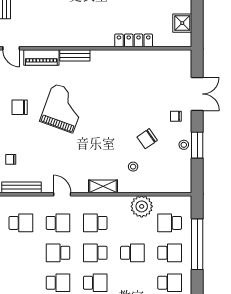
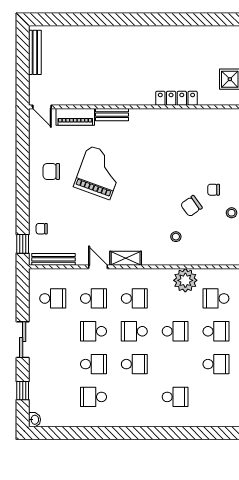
chair: (176, 116) -> (214, 190), moved
shelving: (103, 186) -> (126, 258), moved
school desk: (95, 223) -> (134, 298), turned 180

